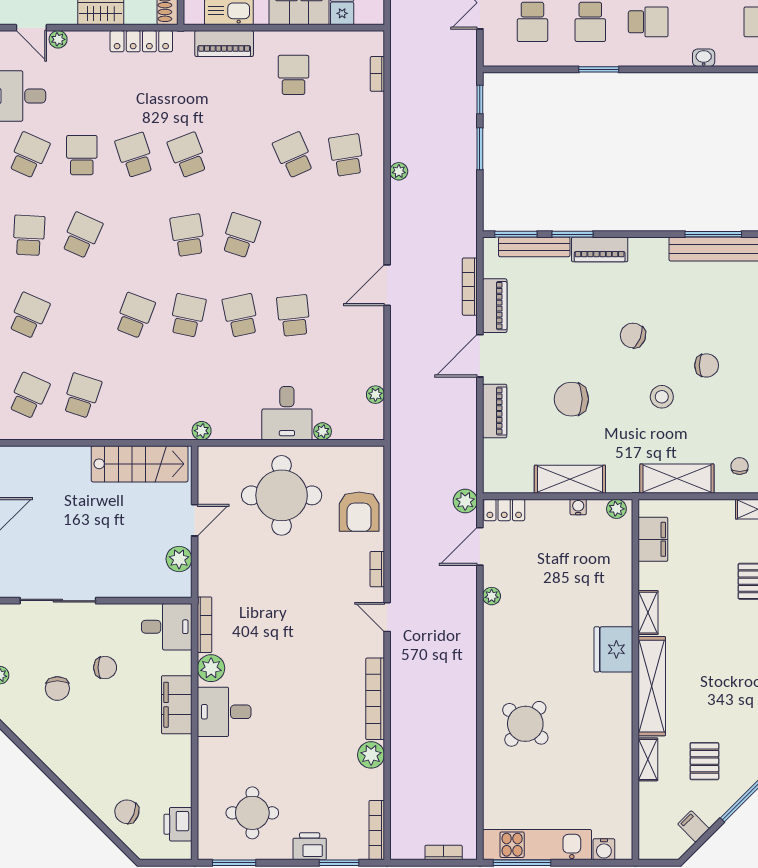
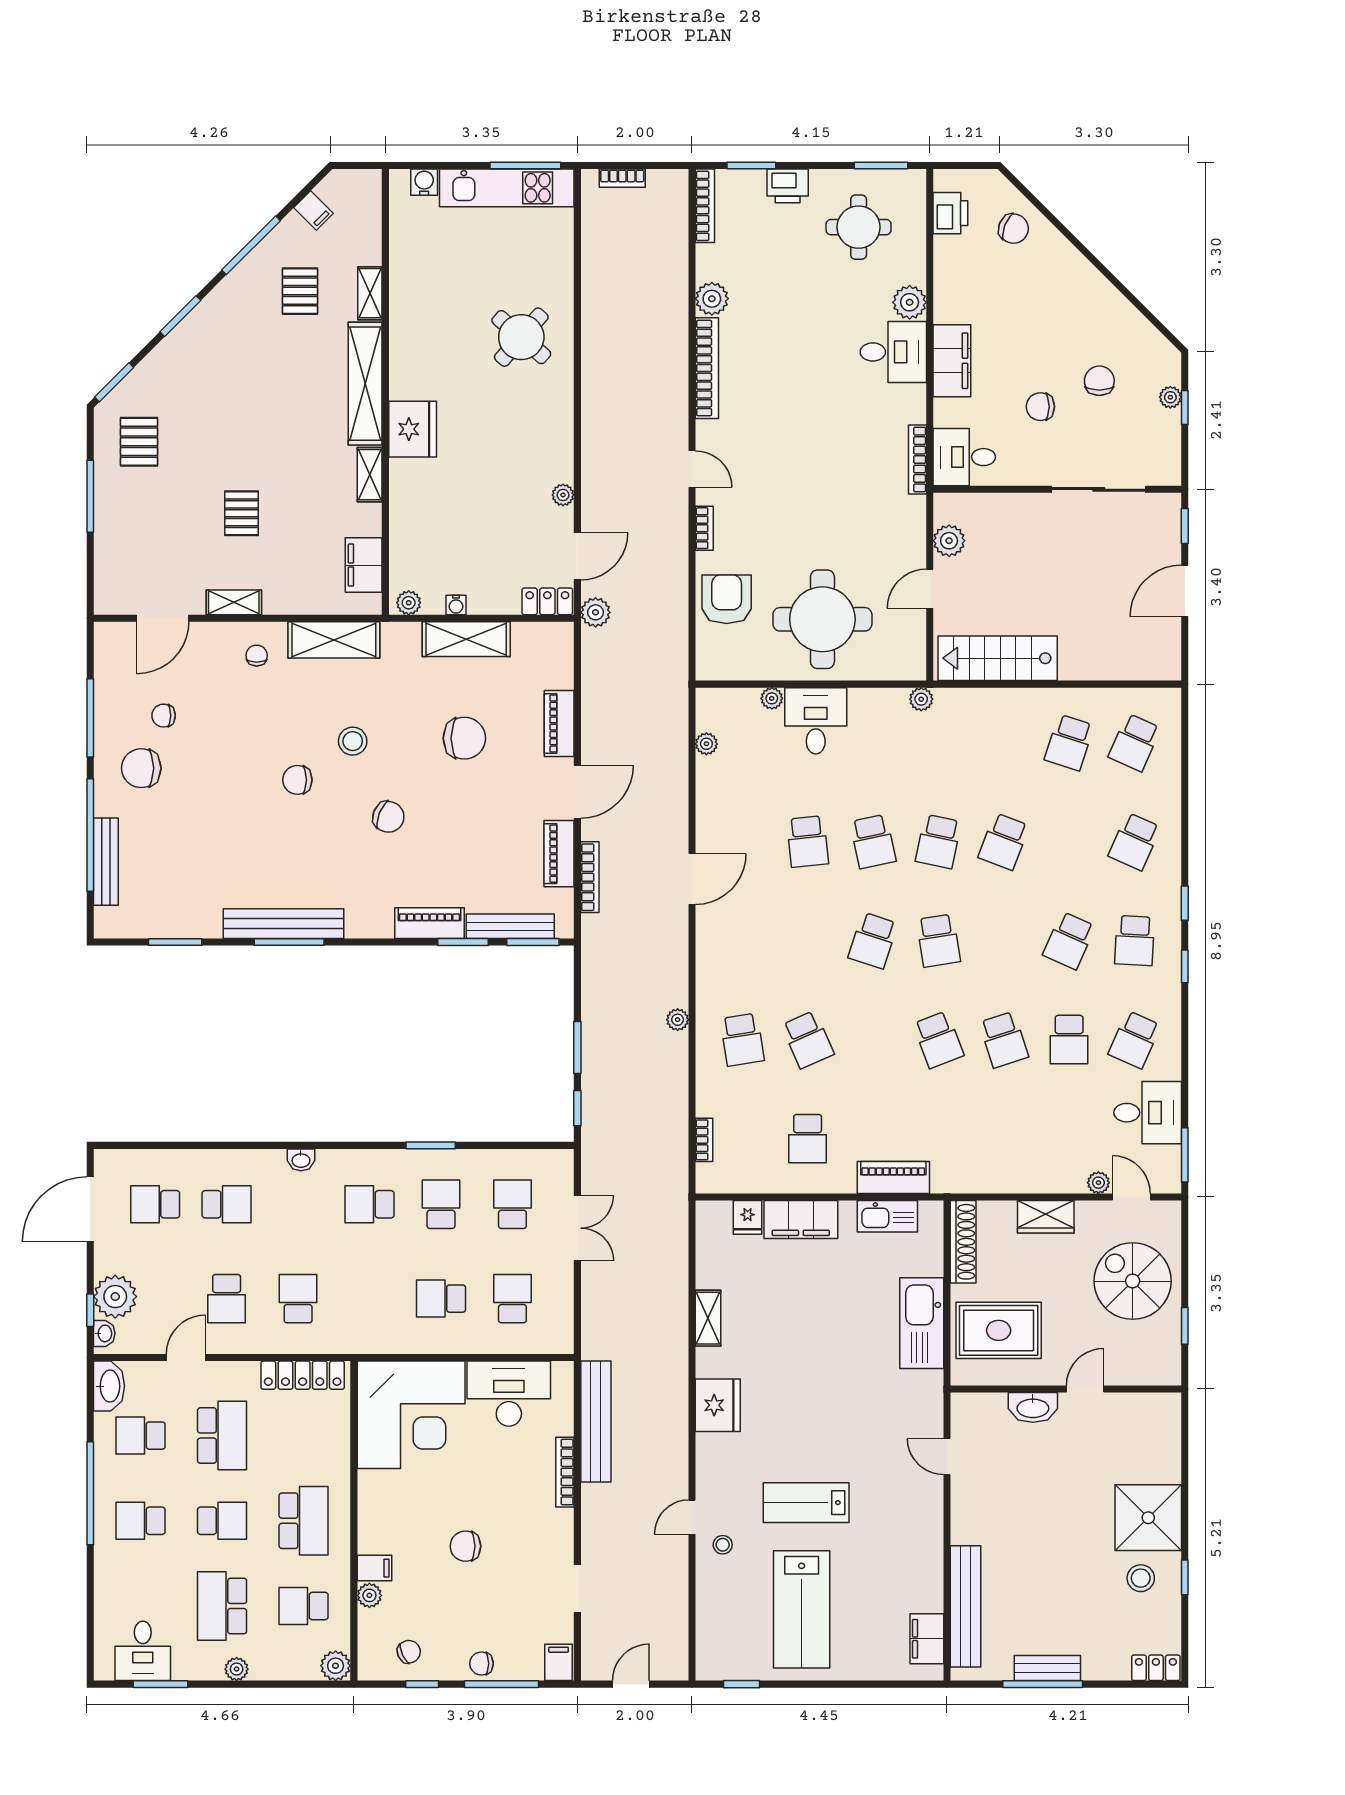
locker: (141, 41) -> (996, 1180), removed
chair: (740, 466) -> (257, 656), turned 180
plant: (211, 668) -> (910, 302), moved

